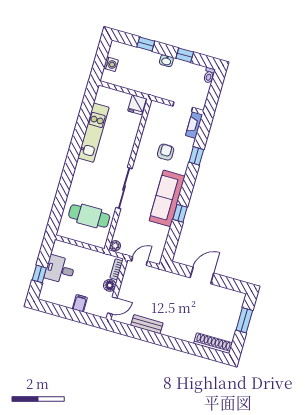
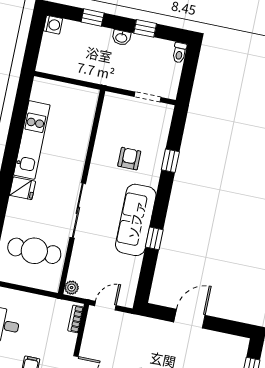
washing machine: (111, 64) -> (53, 25), moved
fridge: (137, 105) -> (22, 188), moved, turned -90
fireplace: (194, 125) -> (164, 120), removed
floor lamp: (110, 285) -> (68, 341), removed

